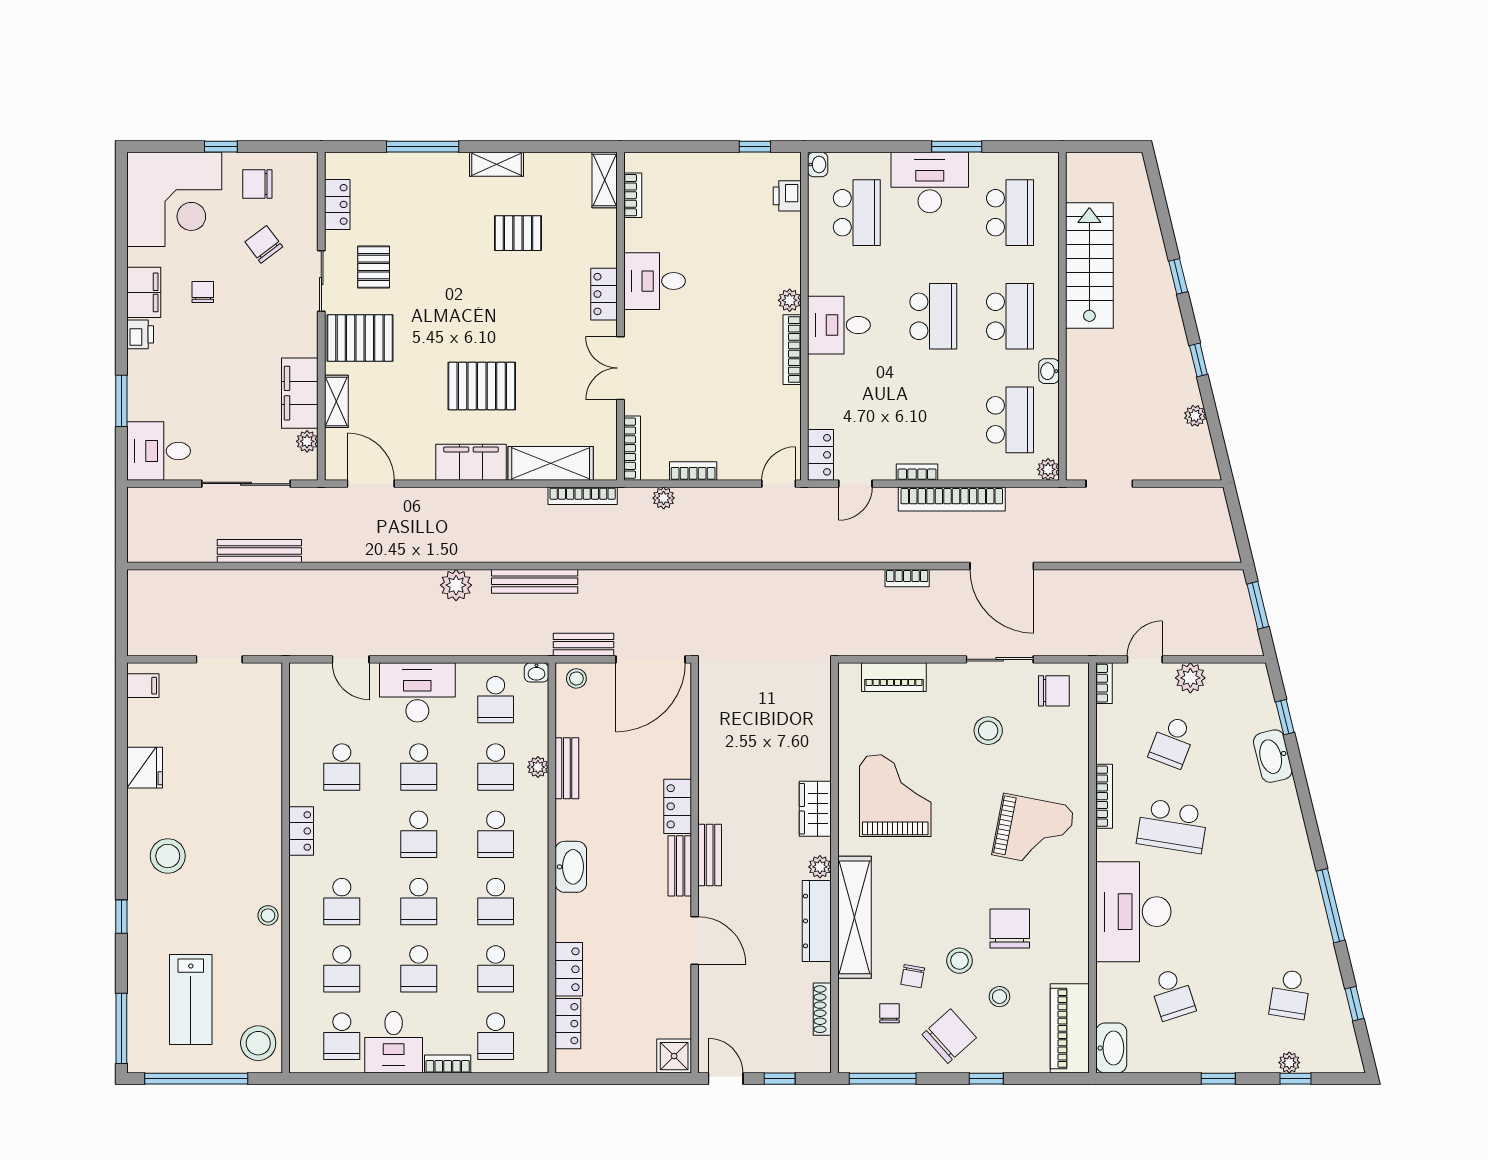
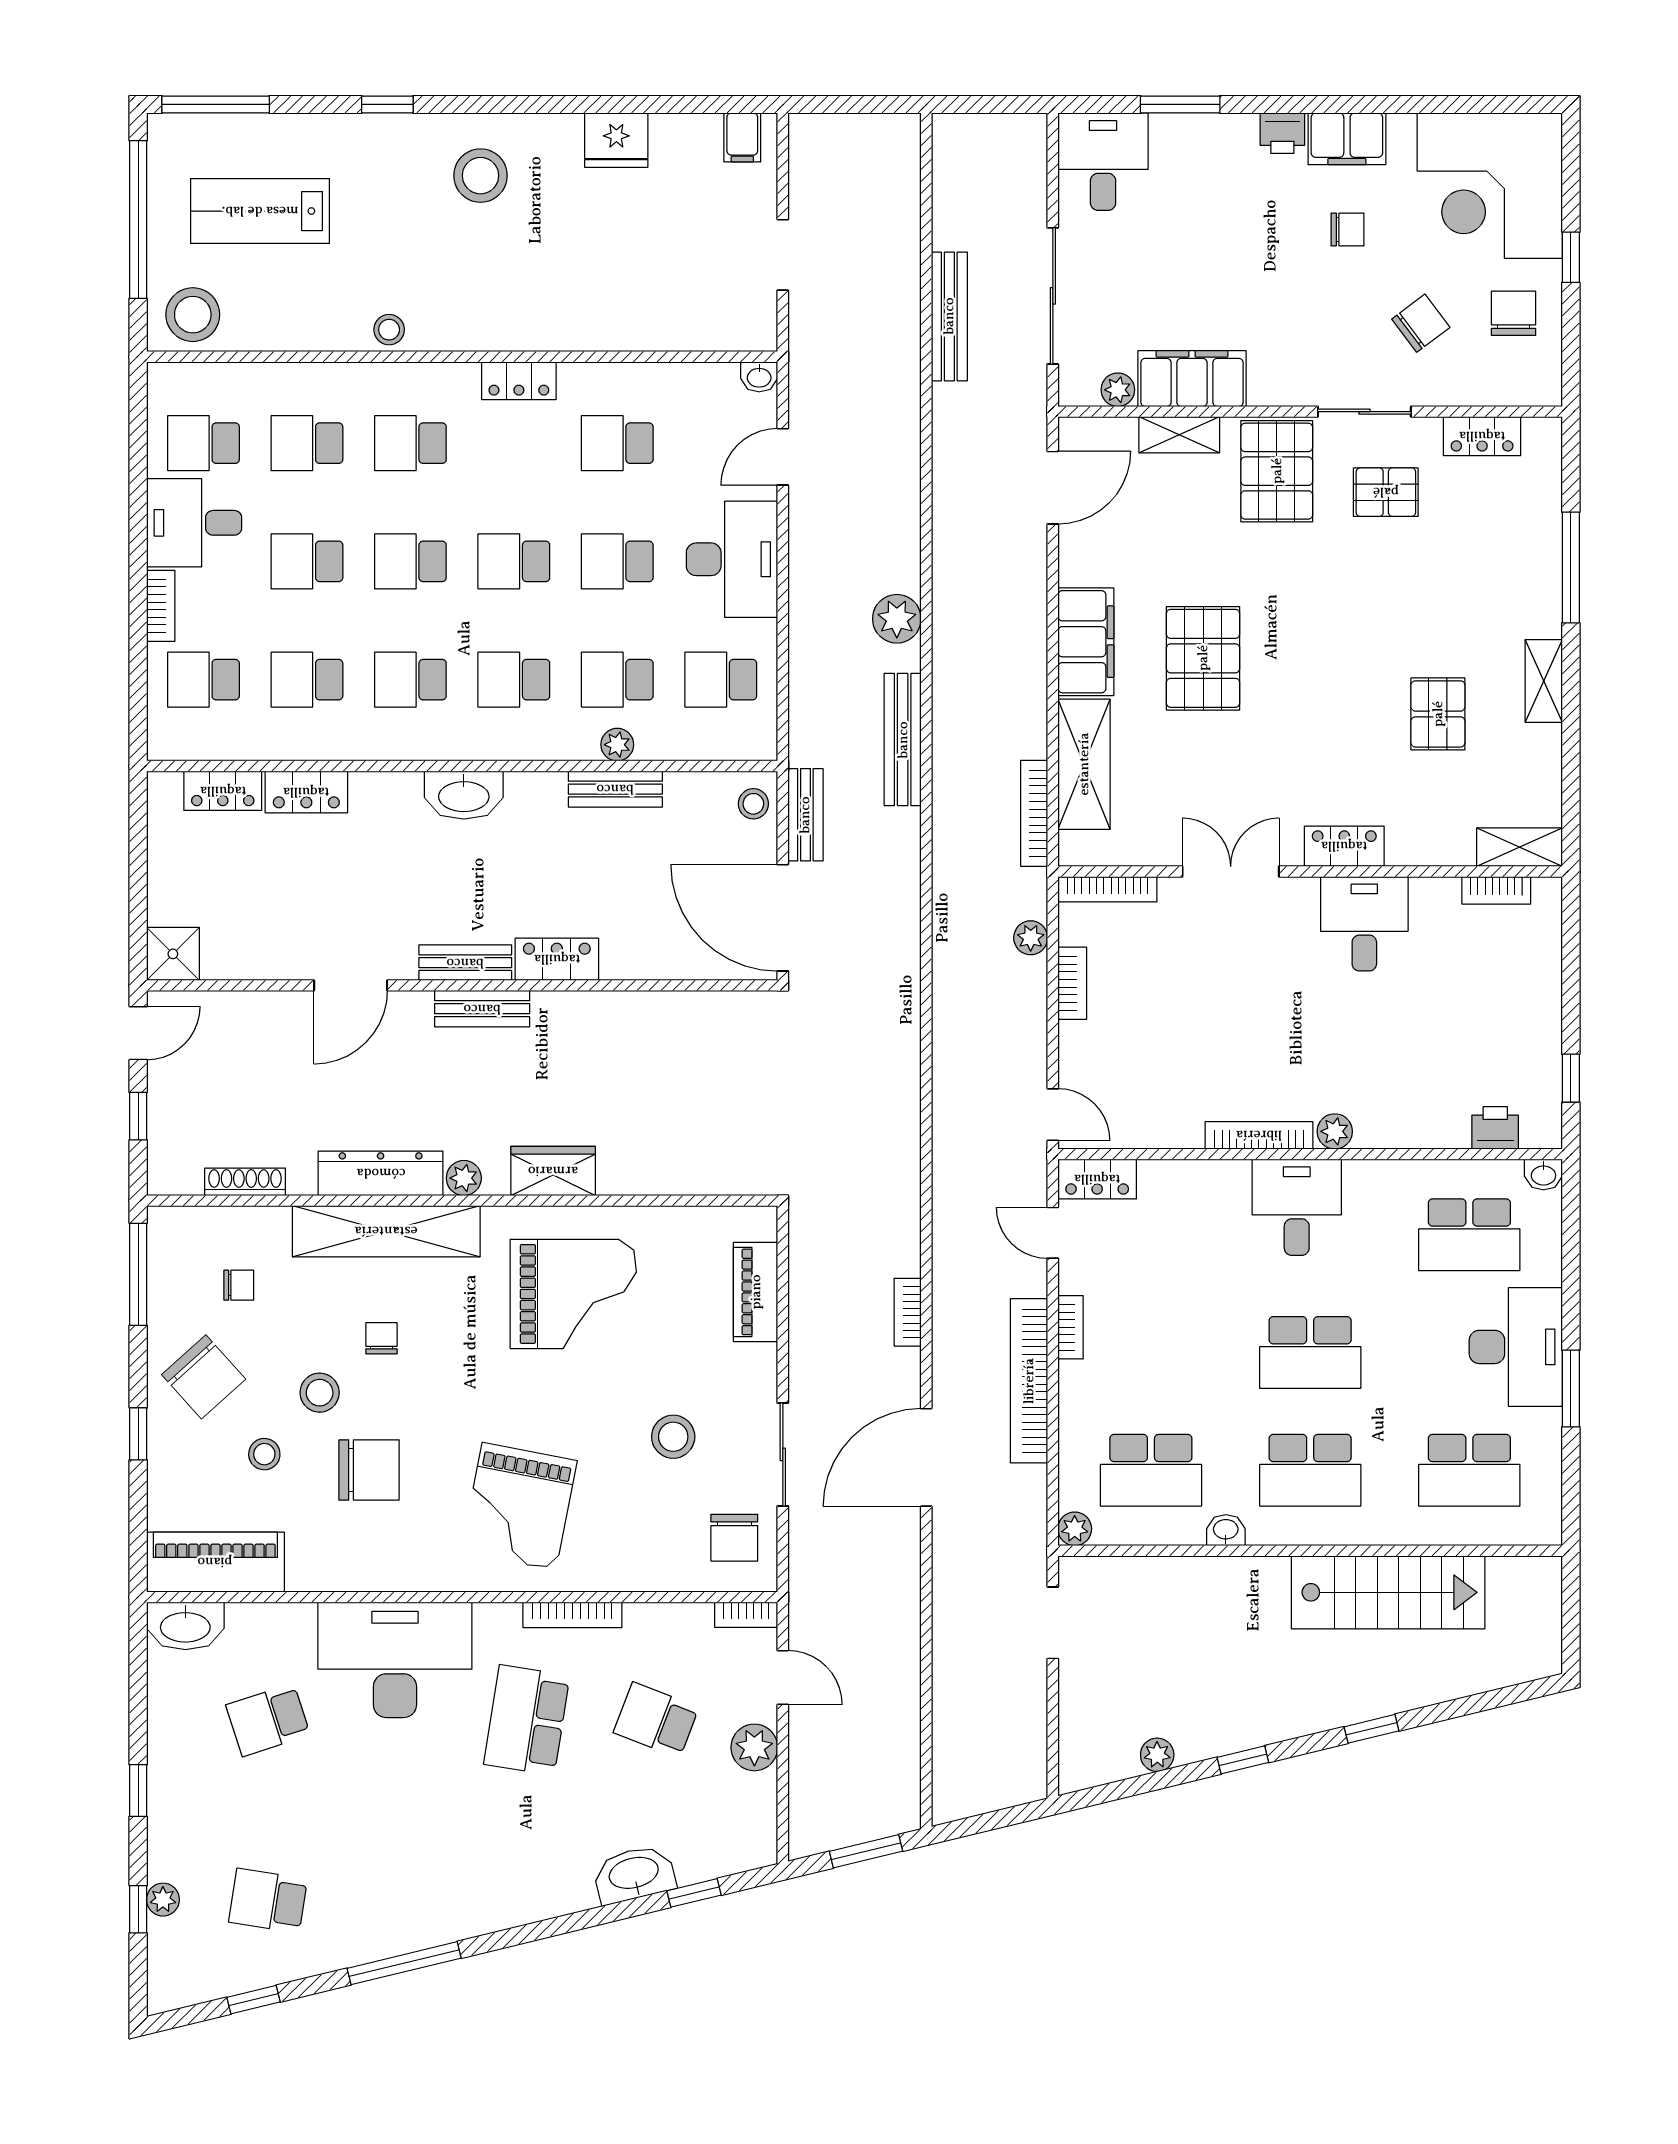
washbasin: (536, 672) -> (759, 377), moved, turned -90
chair: (913, 976) -> (381, 1338), moved, turned 80

